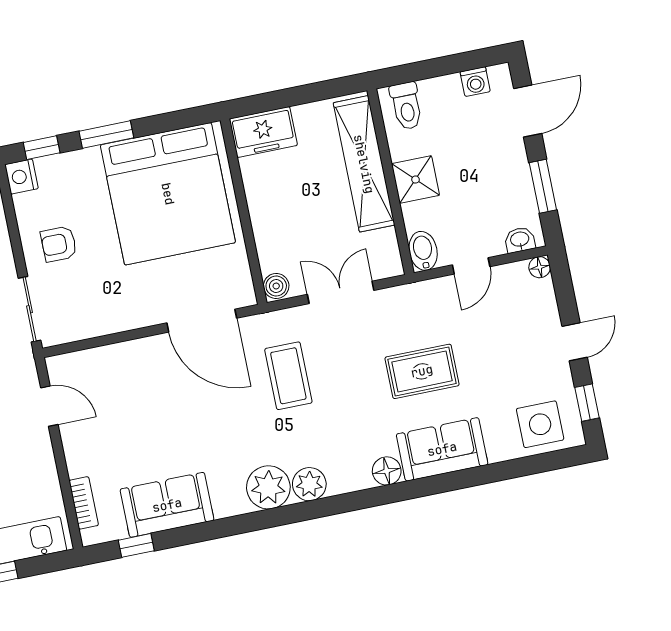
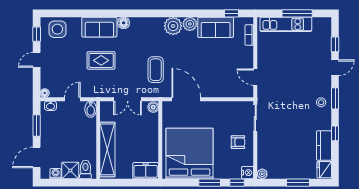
shower: (415, 180) -> (70, 171), moved
plant: (309, 484) -> (190, 24), moved

